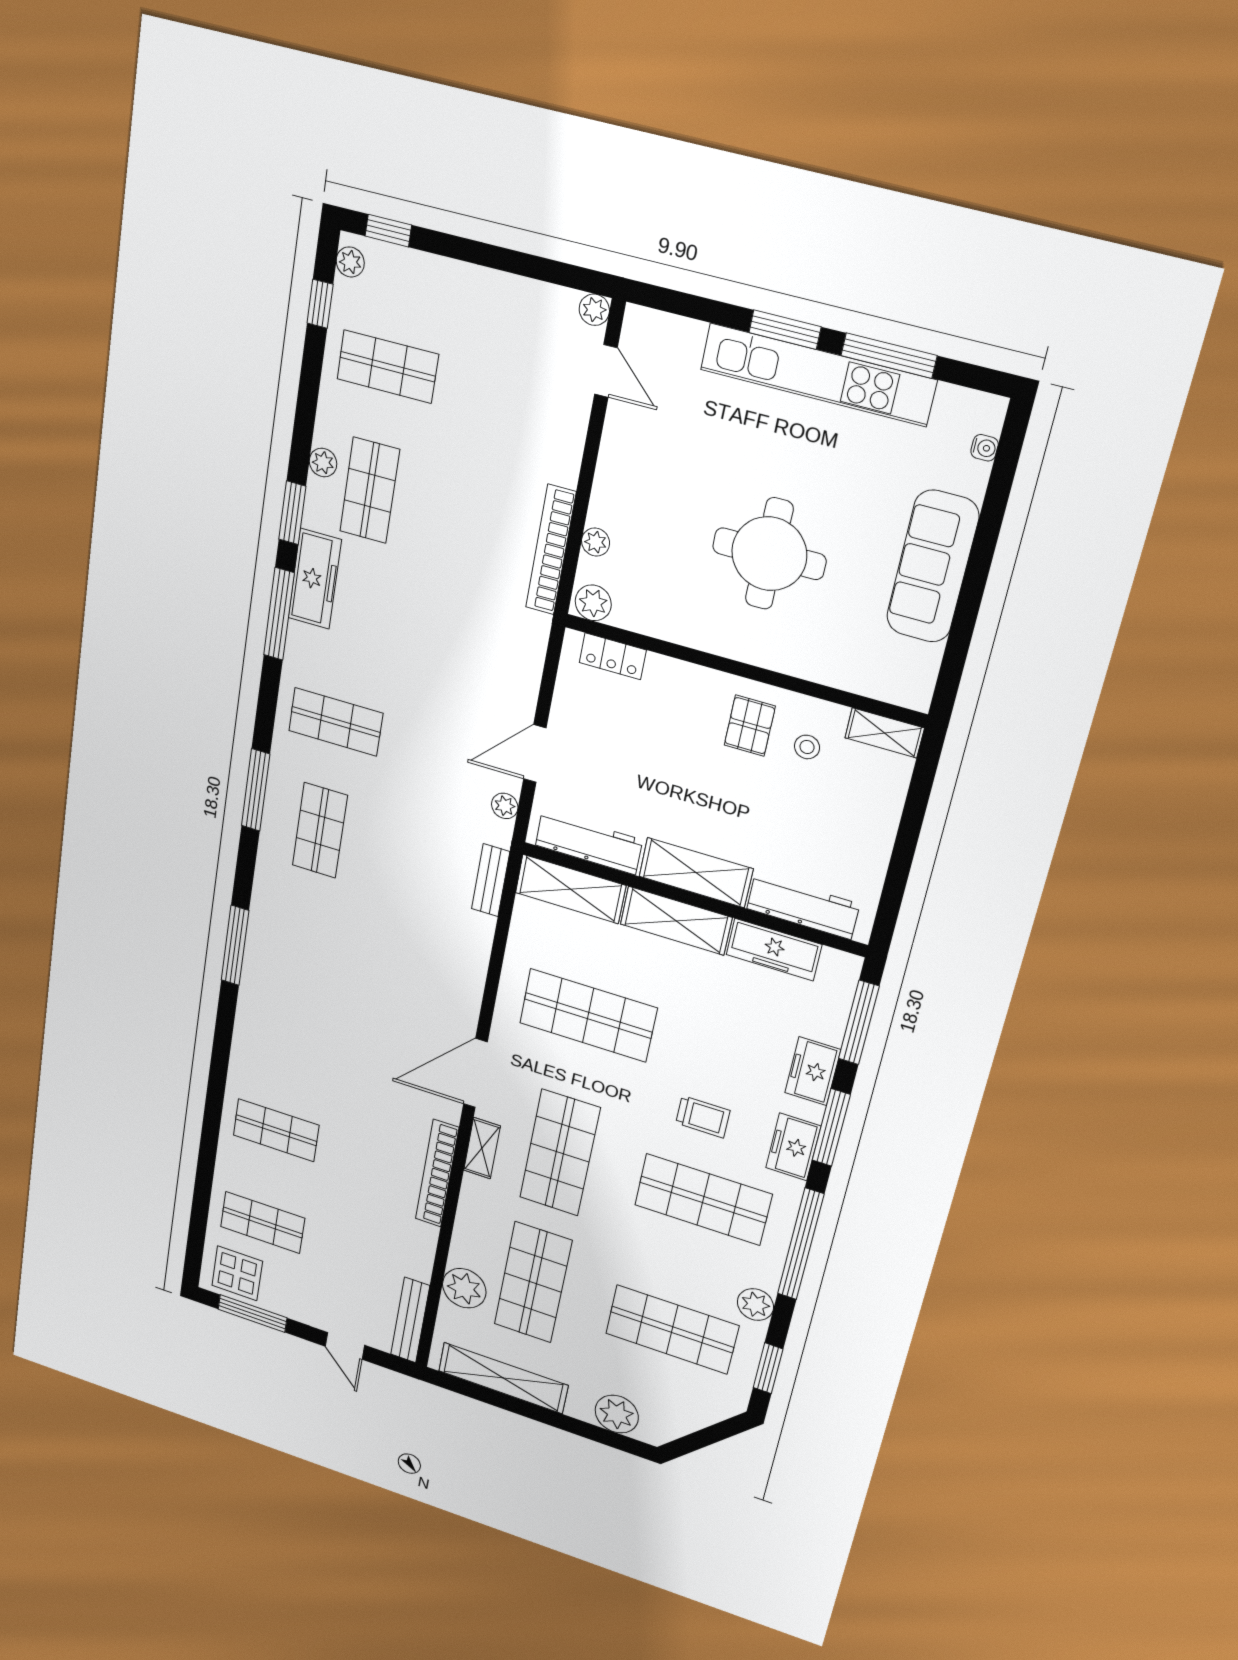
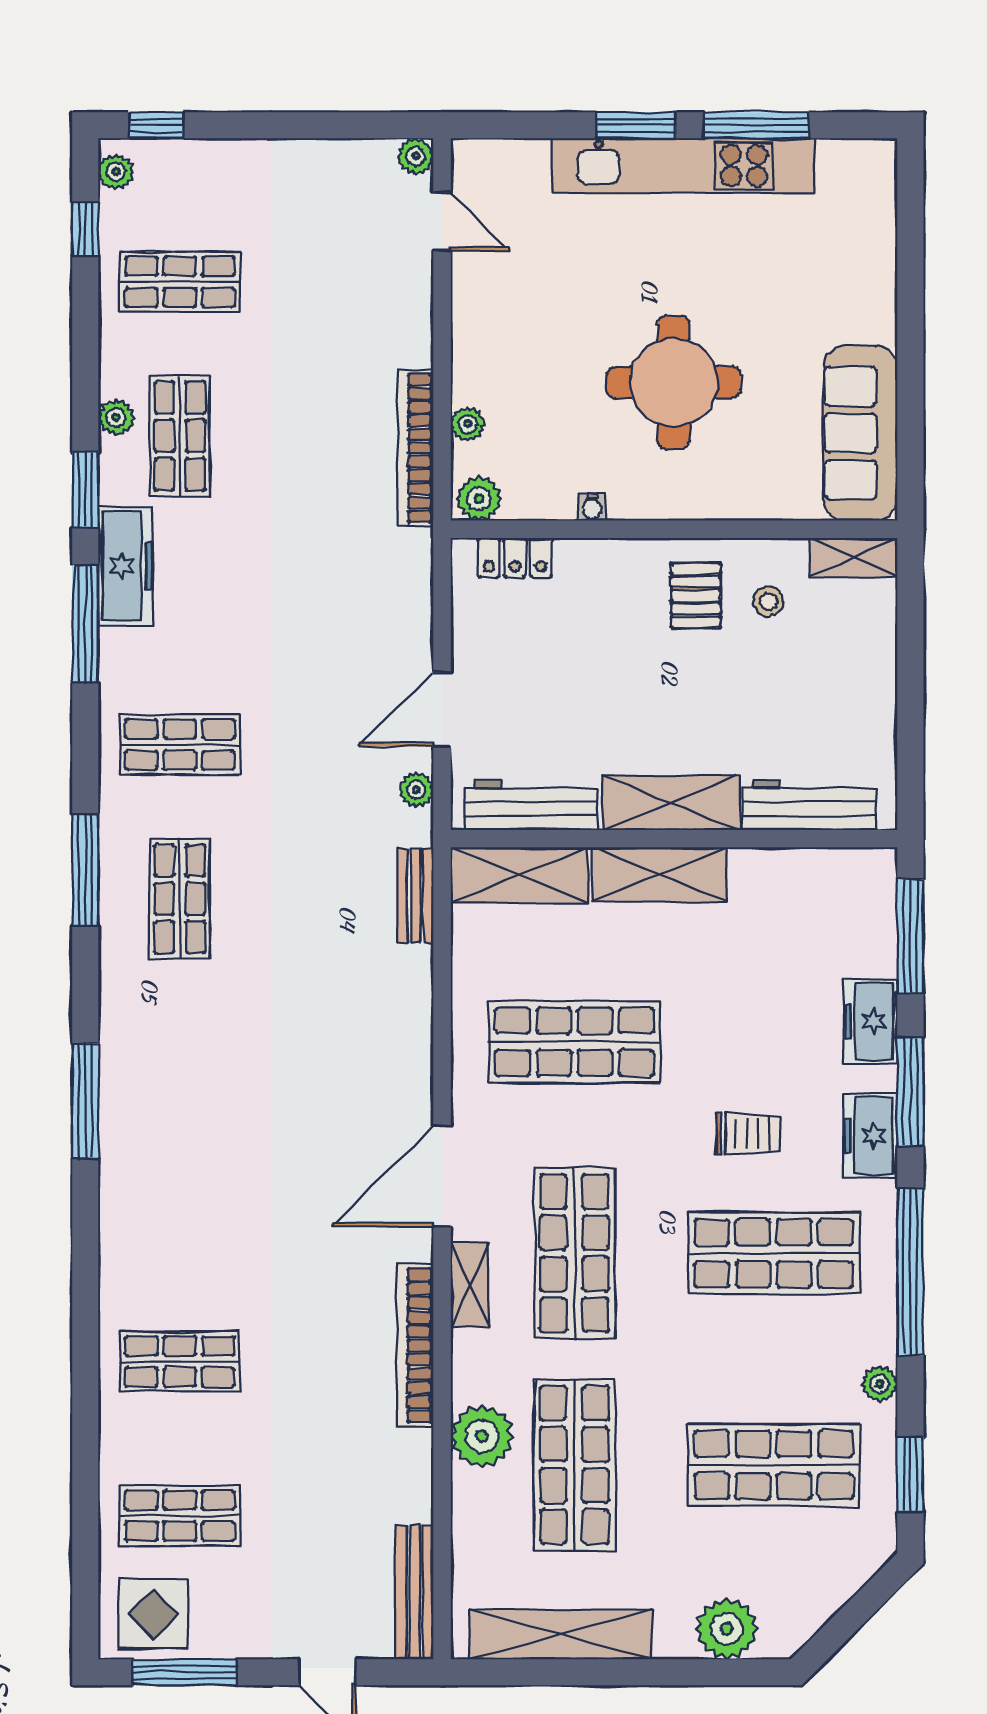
water cooler: (985, 448) -> (592, 507), moved, turned 90
sofa: (933, 567) -> (860, 433), moved
freezer: (774, 950) -> (787, 873), removed
plant: (464, 1288) -> (482, 1436), moved
plant: (755, 1305) -> (880, 1384), width x0.73, depth x0.73

